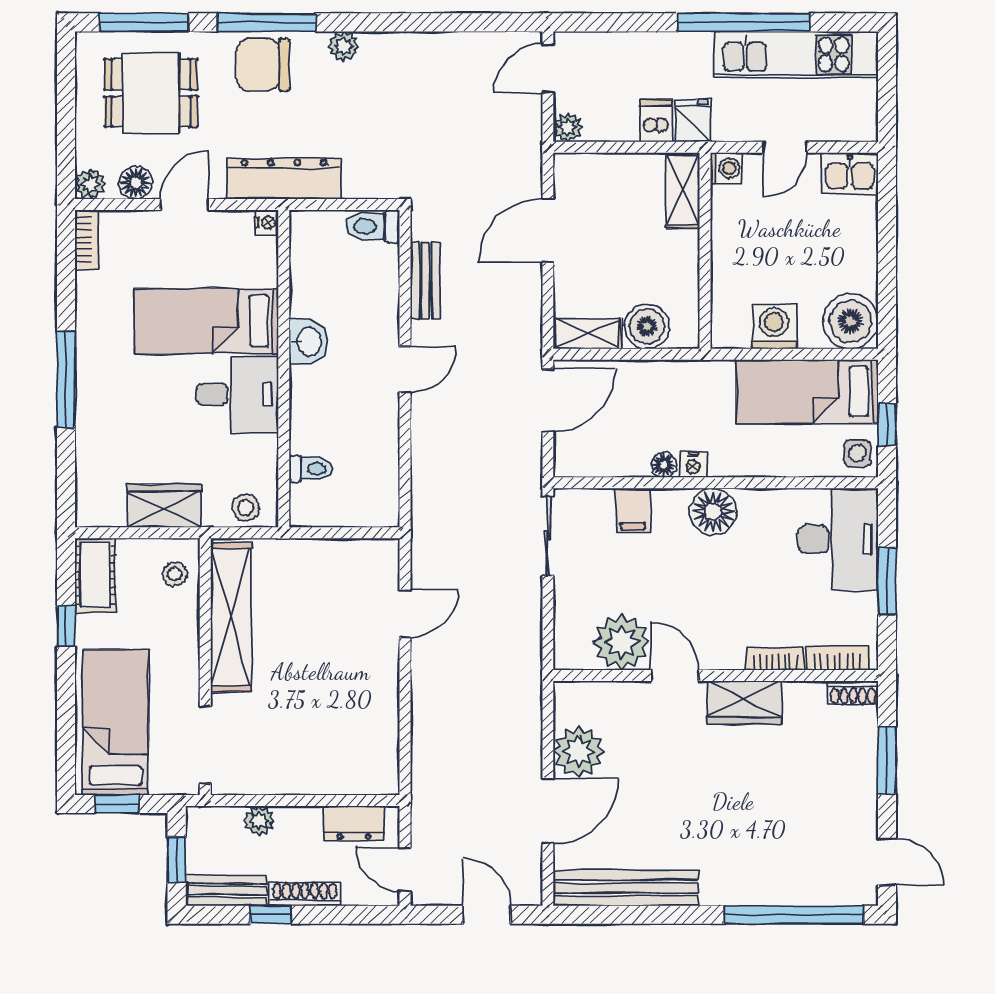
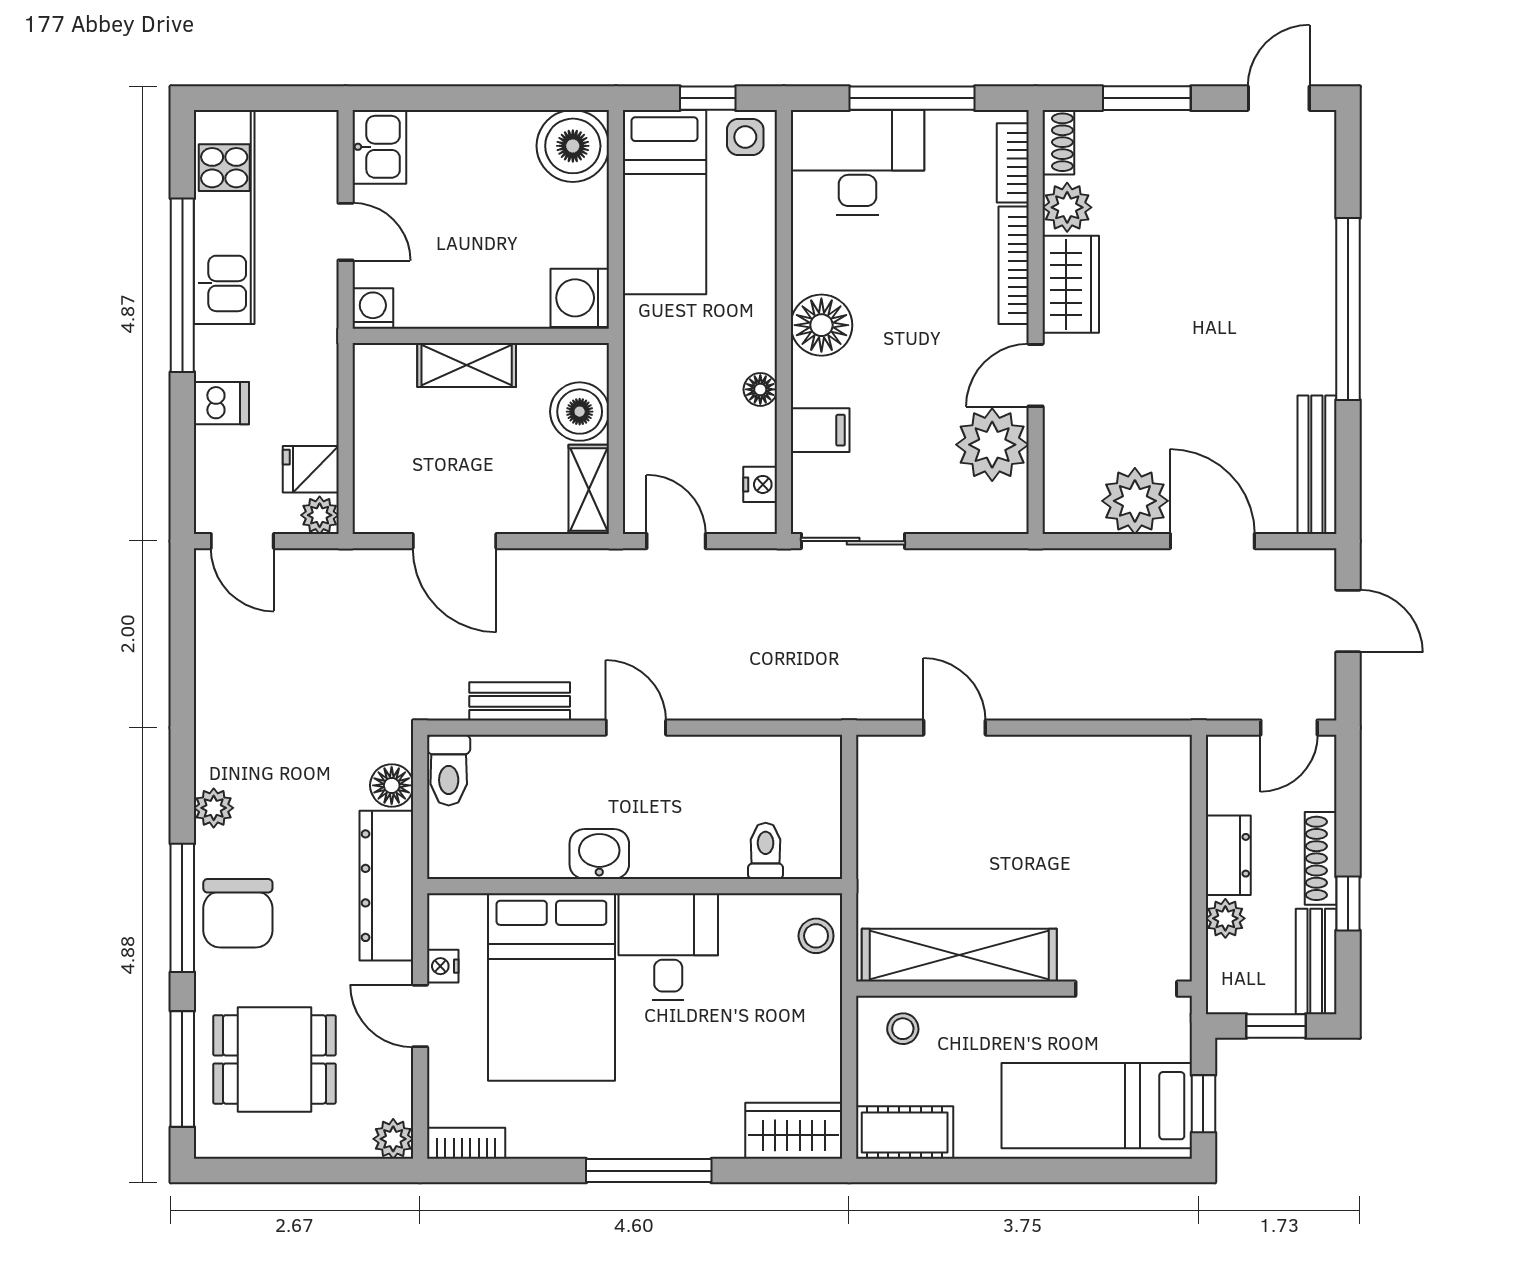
dining table: (151, 93) -> (274, 1059), turned 90
dishwasher: (656, 121) -> (221, 403), moved, turned 180
fridge: (693, 121) -> (311, 469), moved
floor lamp: (136, 183) -> (392, 785), moved
shelving: (683, 190) -> (467, 365), moved
nightstand: (266, 222) -> (443, 966), moved, turned -90
bed: (207, 321) -> (551, 987), width x1.50
washing machine: (774, 327) -> (580, 298), moved
door: (548, 400) -> (676, 541), width x0.73
nightstand: (693, 465) -> (760, 484), moved
wardrobe: (164, 506) -> (794, 1131), moved, turned 90
window: (887, 581) -> (912, 98), width x1.44
window: (66, 626) -> (971, 1171), removed
bookcase: (775, 659) -> (1014, 265), width x1.56
plant: (803, 700) -> (1067, 207), added
dresser: (354, 823) -> (1228, 855), moved
bench: (626, 888) -> (1317, 465), width x0.73, depth x0.82
door: (487, 915) -> (1348, 621), swing flipped
window: (794, 915) -> (1348, 309), moved

